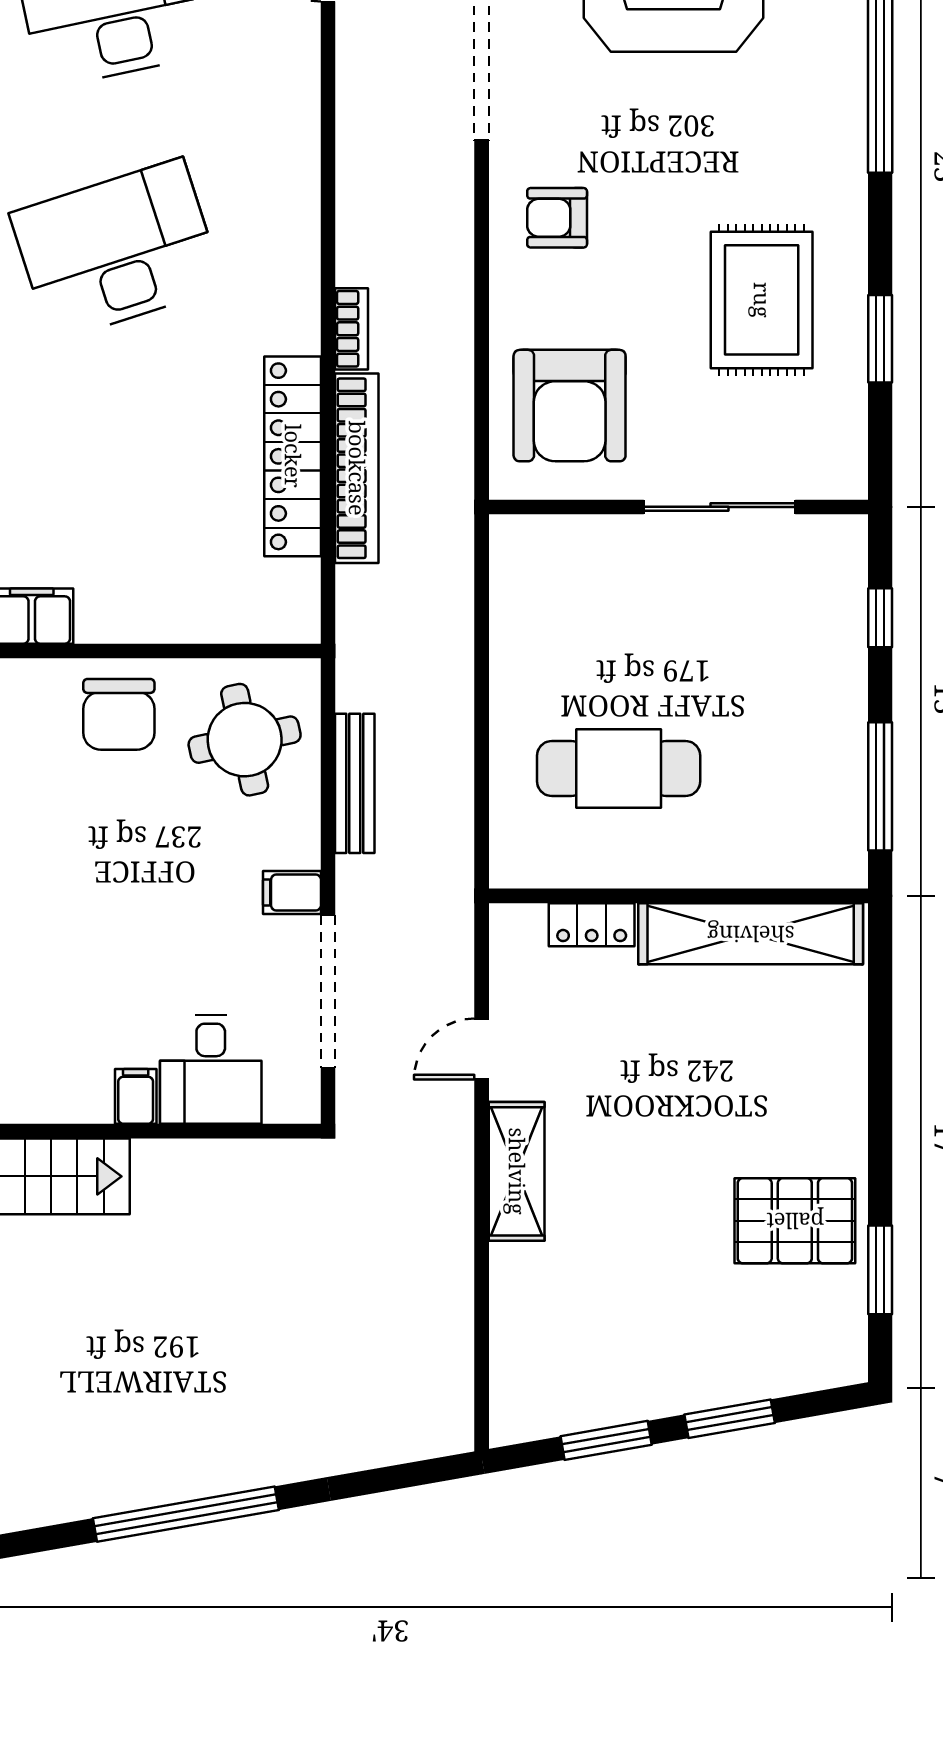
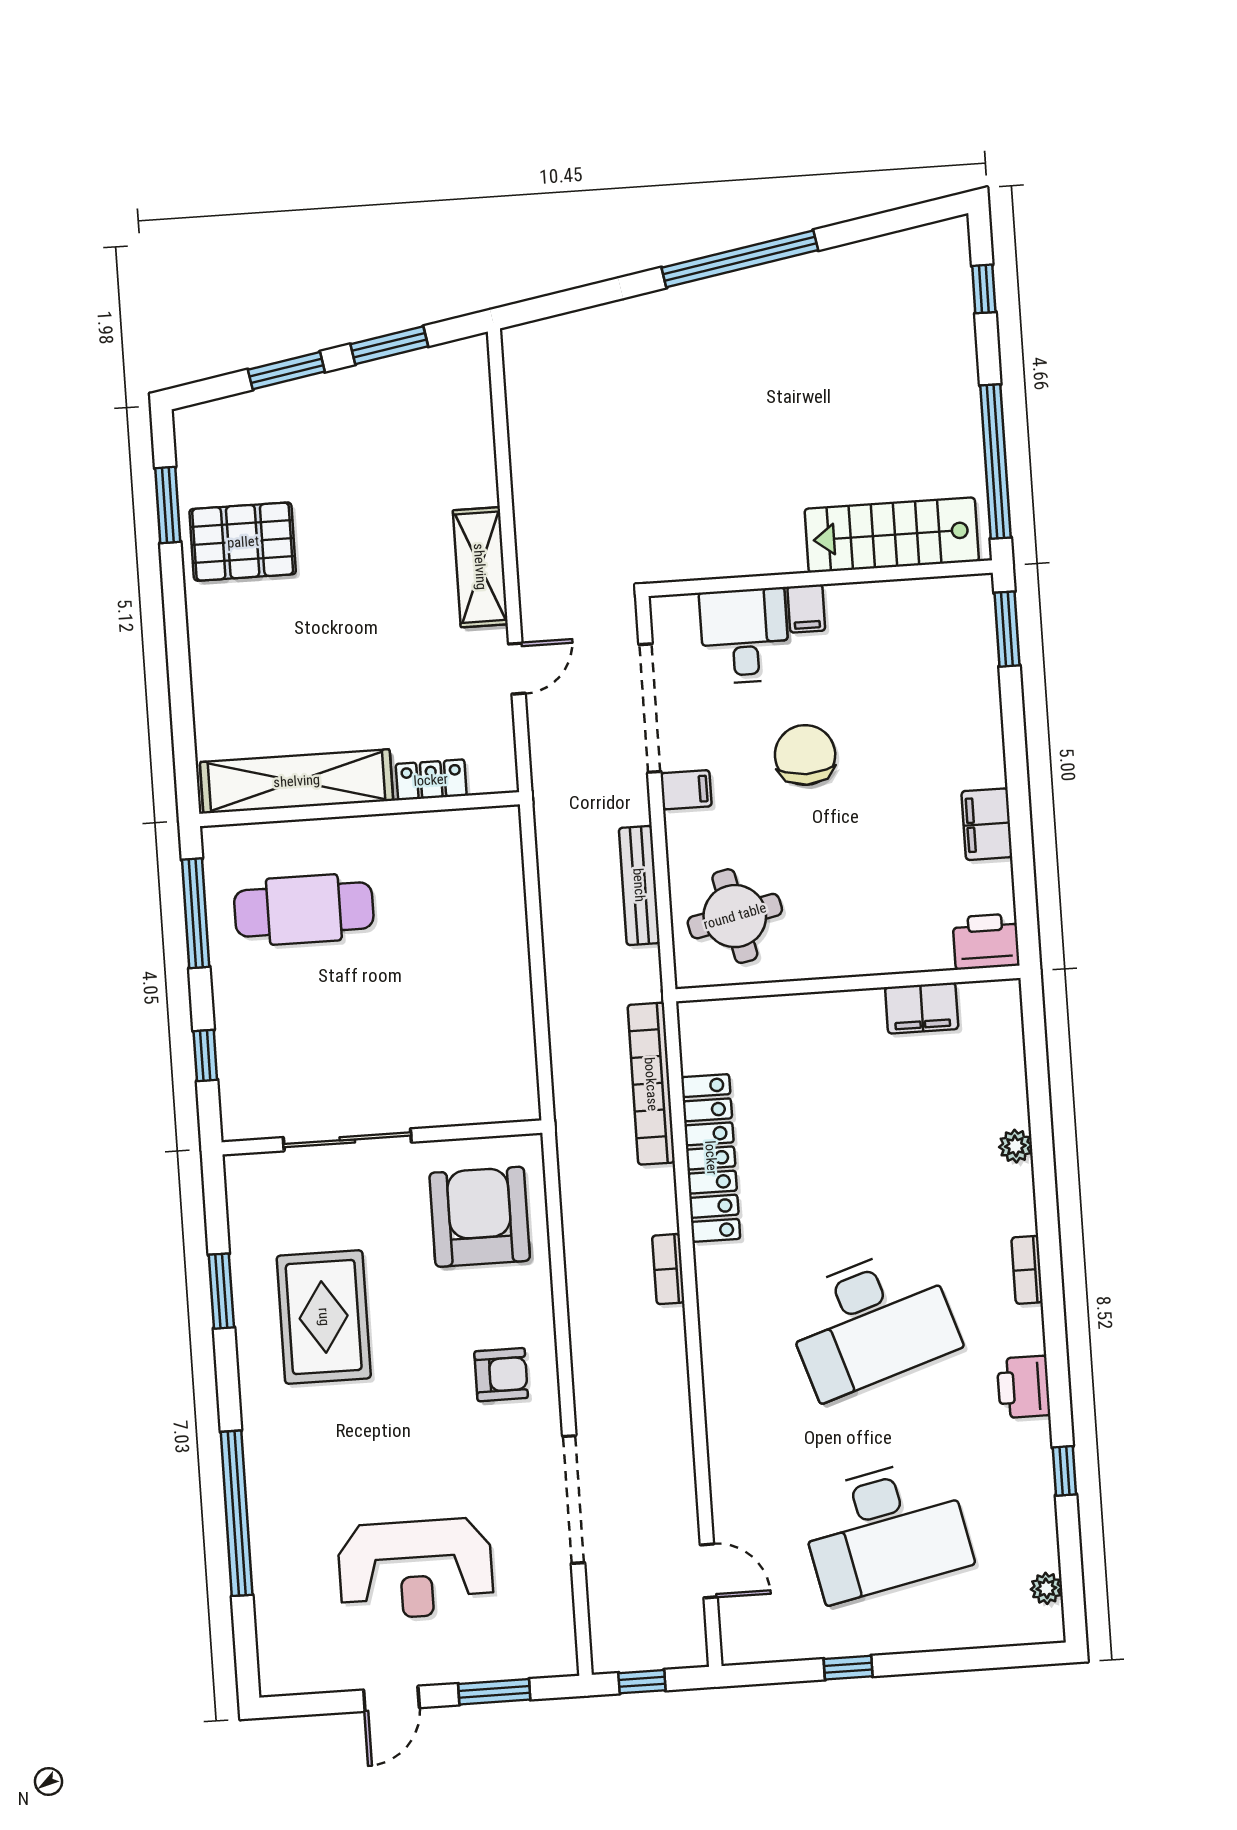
bookcase: (357, 468) -> (651, 1084), moved
chair: (119, 714) -> (805, 755), moved
cafe table: (619, 769) -> (304, 909), moved

